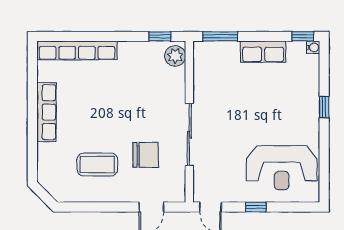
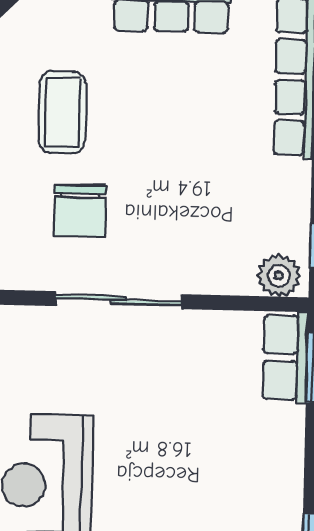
row of seats: (263, 52) -> (285, 357), moved

